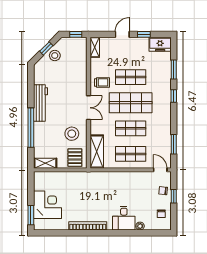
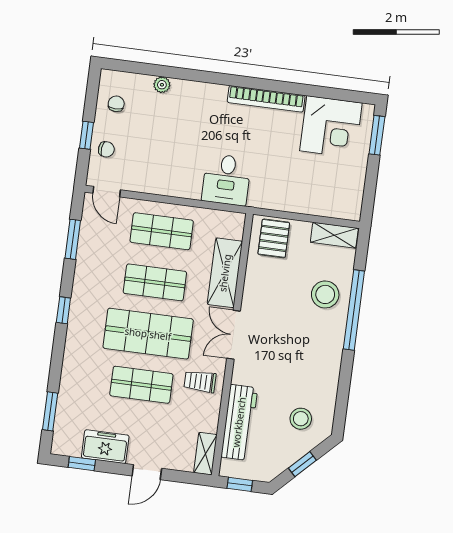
window: (144, 34) -> (82, 464), moved
freezer: (160, 44) -> (105, 447), moved
stool: (55, 56) -> (301, 419), moved
window: (174, 69) -> (50, 411), moved
window: (174, 96) -> (63, 310), moved
workbench: (40, 103) -> (239, 422), moved, turned 180
stool: (72, 134) -> (325, 294), moved
shelving: (97, 152) -> (225, 273), moved
corner desk: (47, 205) -> (331, 127), moved, turned -90
desk: (124, 218) -> (226, 180), moved, turned 180

